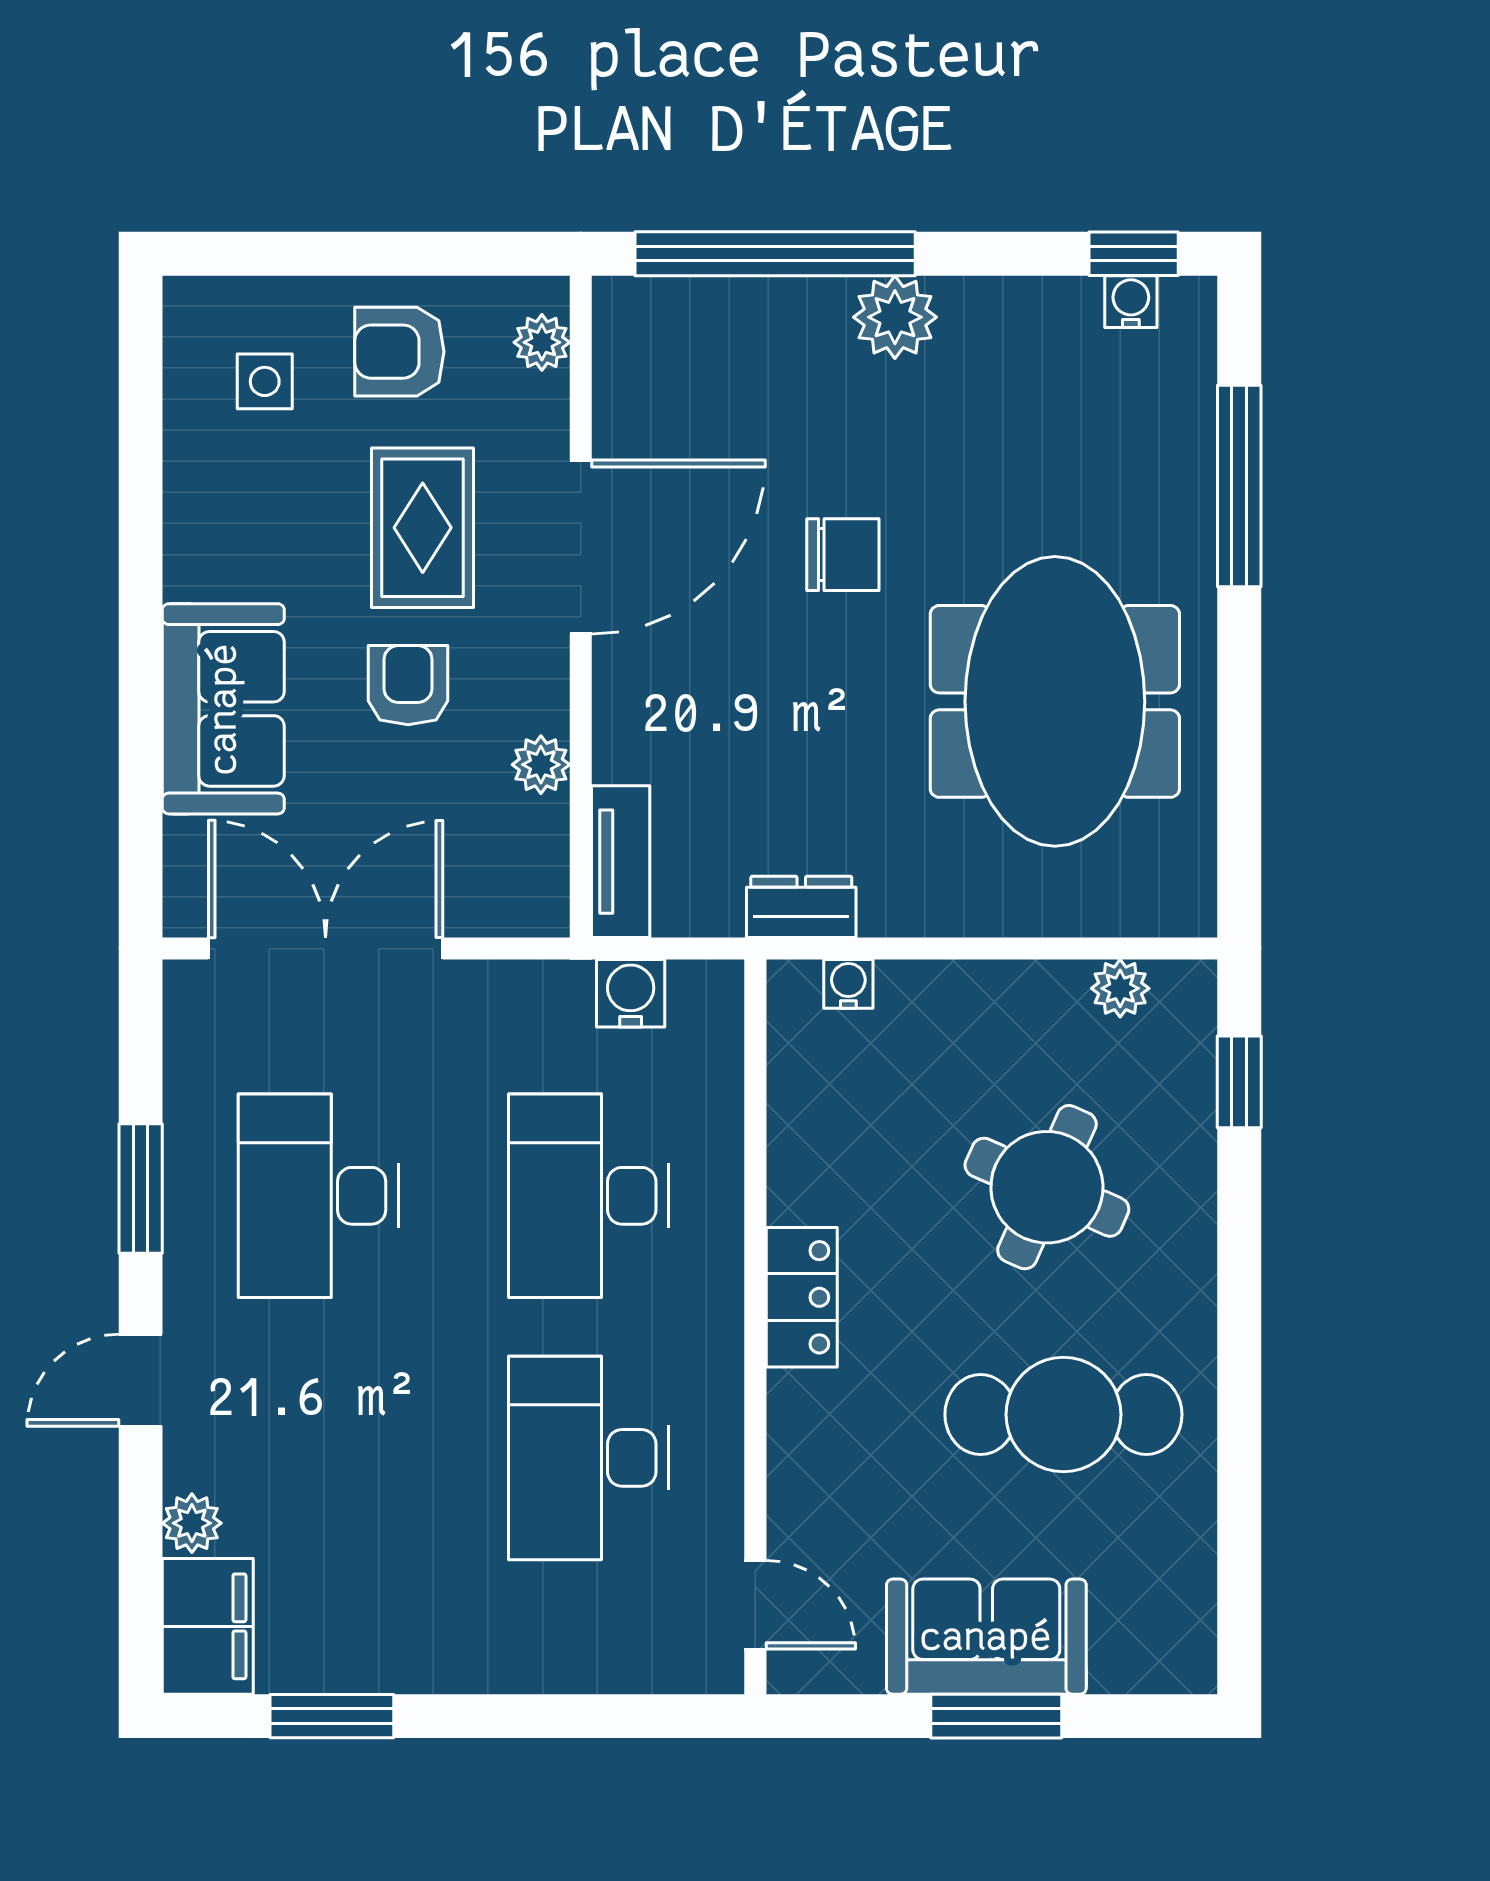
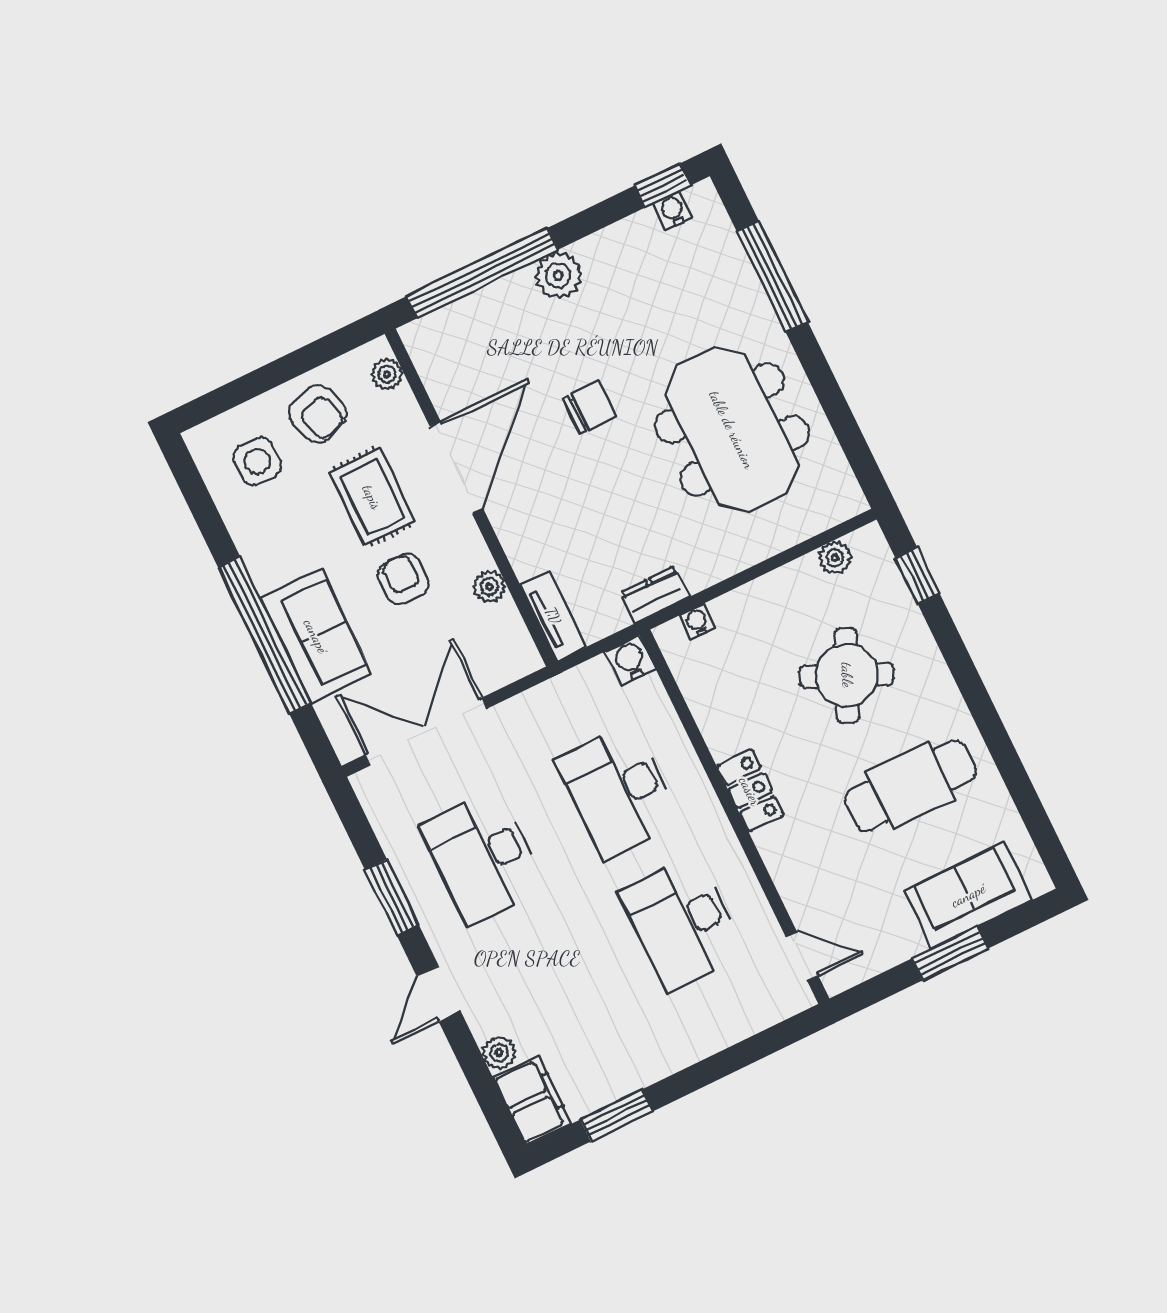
armchair: (399, 352) -> (318, 414), turned -108
side table: (265, 381) -> (257, 462), width x1.37, depth x1.37
window: (141, 667) -> (265, 635), added
water cooler: (631, 993) -> (630, 660), moved
sofa: (986, 1637) -> (968, 895), moved

